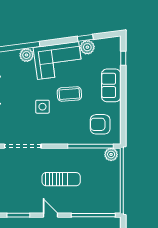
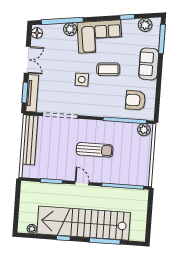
plant: (87, 47) -> (145, 25), moved
window: (123, 58) -> (162, 39), width x2.17

